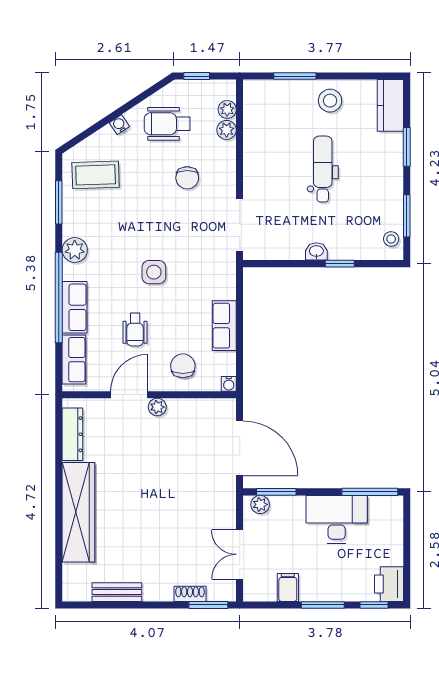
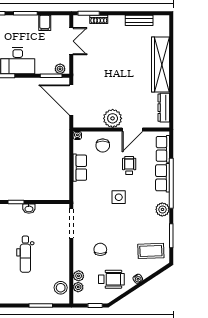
stool: (330, 101) -> (61, 288), moved
plant: (157, 407) -> (113, 118), width x1.88, depth x1.88

